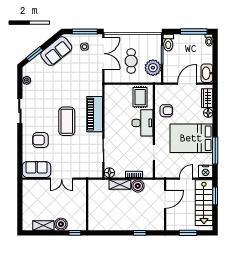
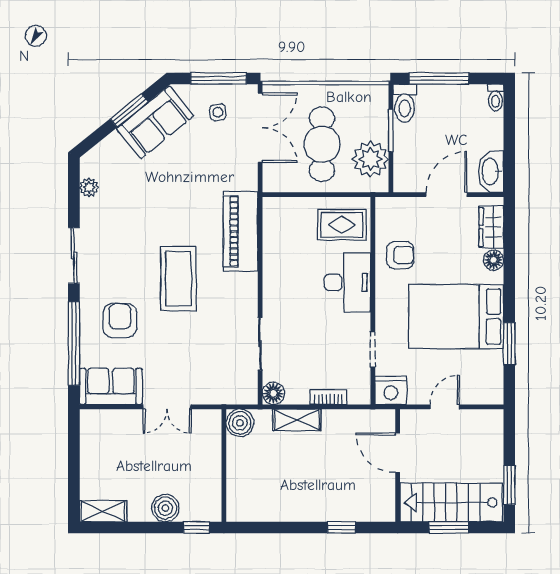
window: (194, 32) -> (439, 78), moved
window: (34, 54) -> (129, 110), moved
cafe table: (131, 61) -> (322, 144), width x1.37, depth x1.35
rug: (140, 97) -> (342, 225), turned 90
piano: (95, 114) -> (241, 231), moved
armchair: (41, 140) -> (120, 321), turned 90
window: (20, 150) -> (74, 343), added
window: (215, 151) -> (509, 344), width x0.69
nightstand: (206, 171) -> (391, 390), moved
boiler: (138, 186) -> (240, 423), moved
window: (215, 196) -> (509, 485), moved
door: (165, 199) -> (398, 453), swing flipped
stairs: (204, 203) -> (451, 502), moved, turned 90
shelving: (43, 226) -> (103, 511), moved

